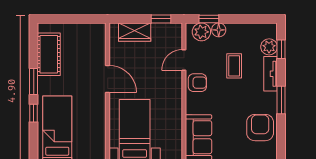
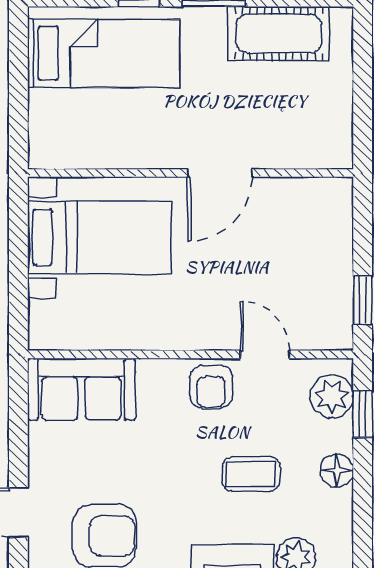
floor lamp: (219, 30) -> (337, 470), moved
wardrobe: (135, 32) -> (331, 237), removed

